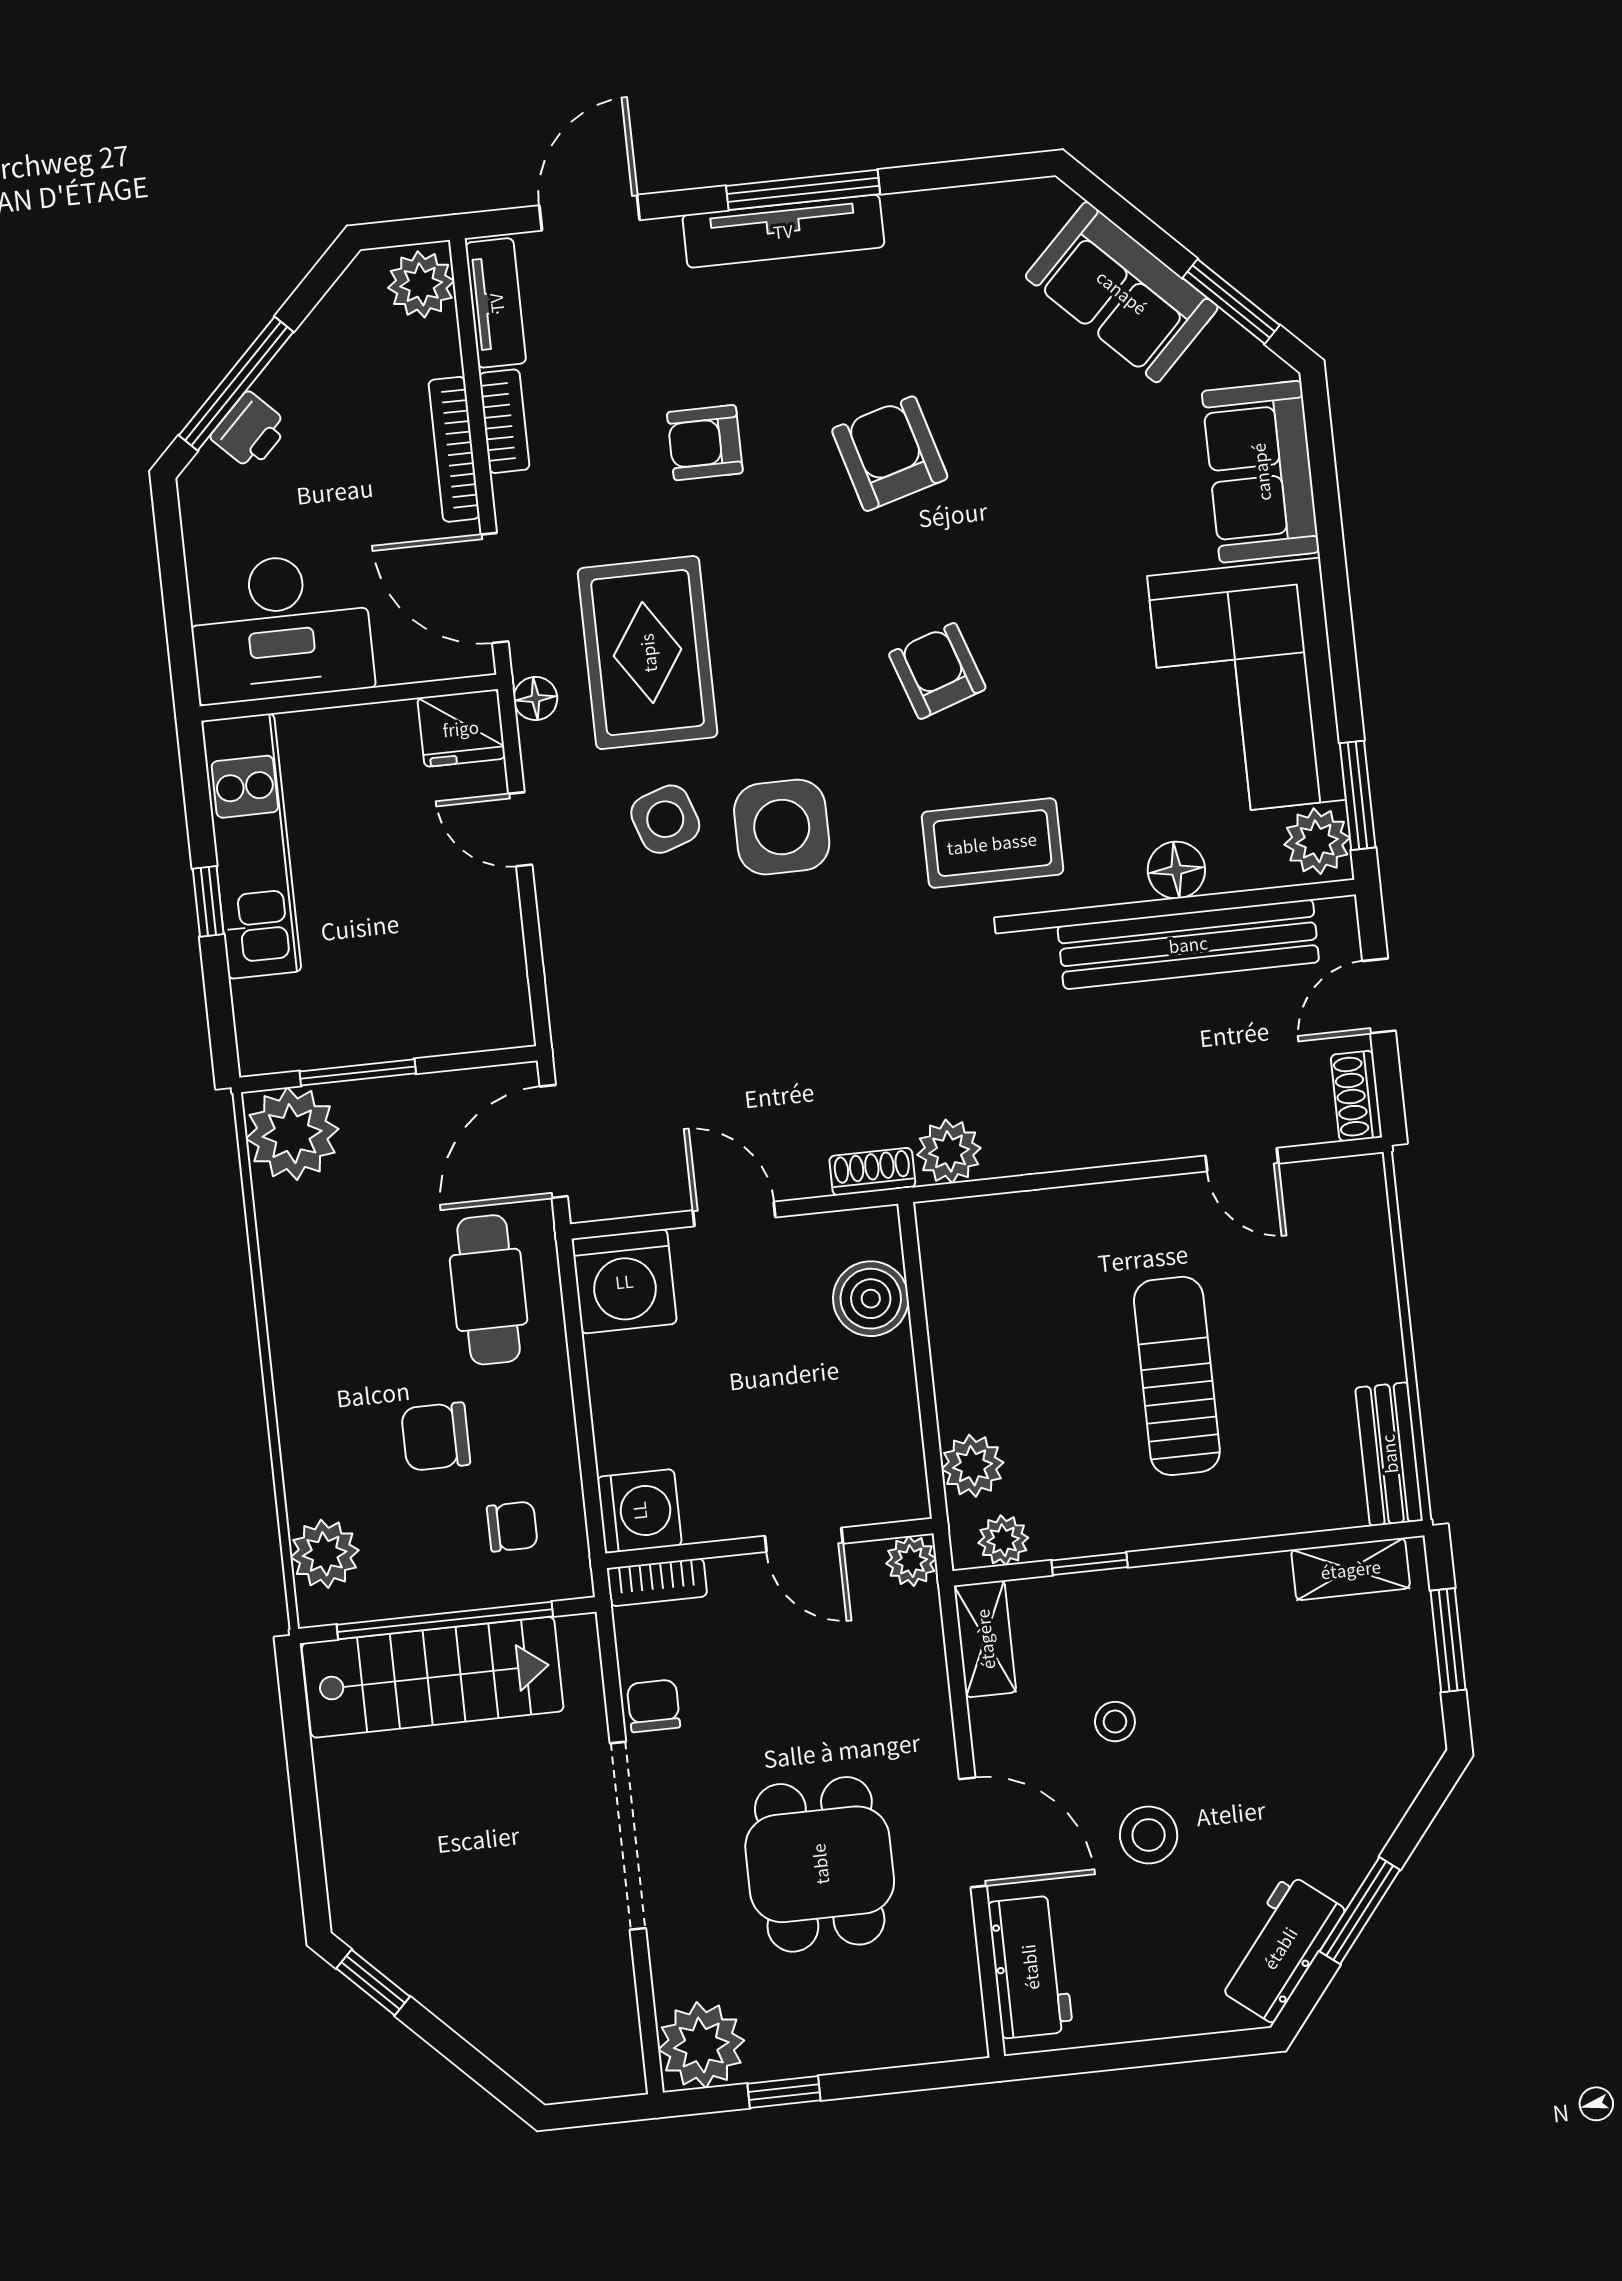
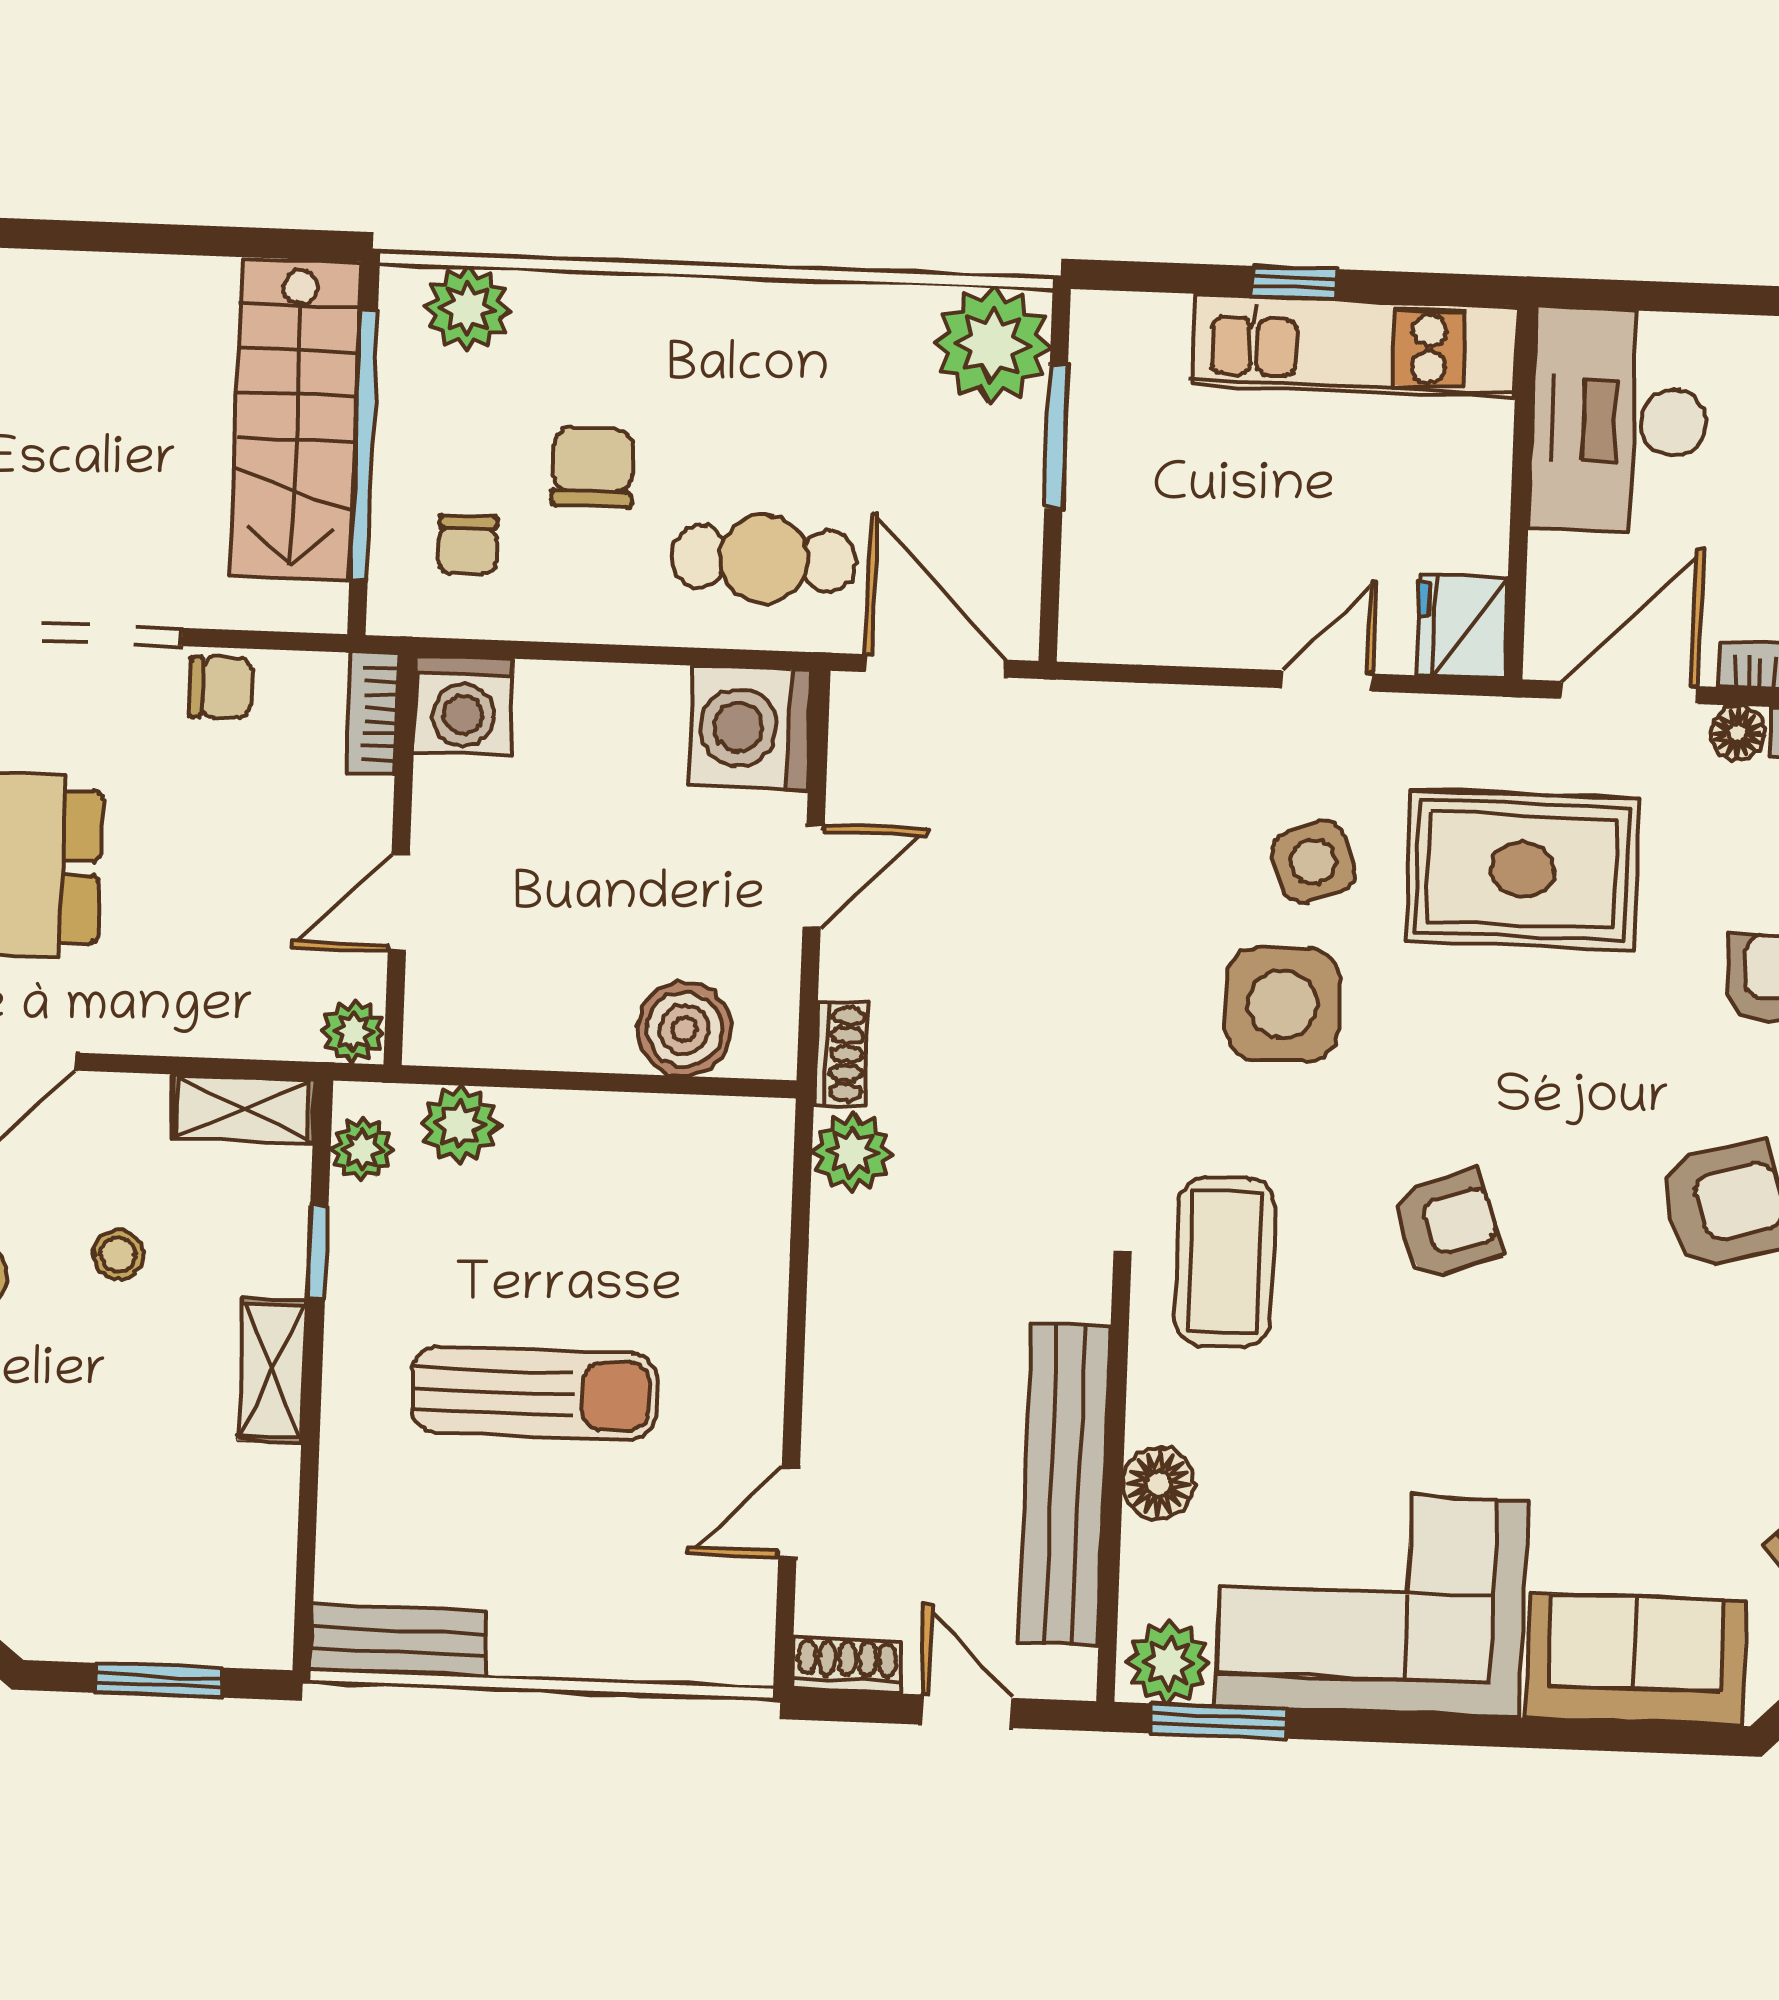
floor lamp: (535, 698) -> (1738, 733), moved
shelving: (1351, 1569) -> (272, 1370), moved

